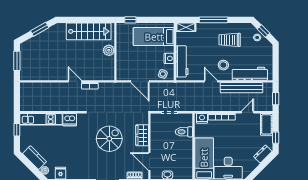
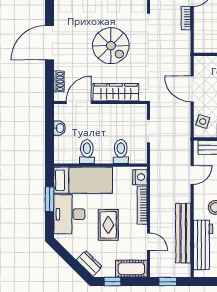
door: (140, 81) -> (192, 89), hinge flipped
door: (211, 81) -> (192, 175), moved
wardrobe: (142, 135) -> (116, 92), width x1.50
rug: (236, 141) -> (108, 225), added
toilet: (184, 156) -> (87, 152), added

